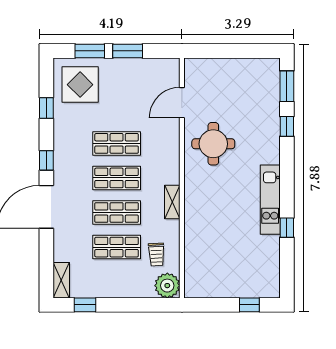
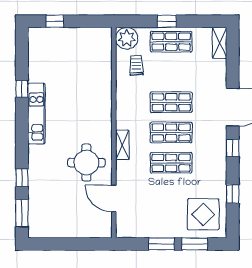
door: (182, 103) -> (114, 199), swing flipped
shelving: (172, 202) -> (122, 145), moved
shop shelf: (117, 247) -> (171, 42), moved
window: (85, 305) -> (167, 21), moved

